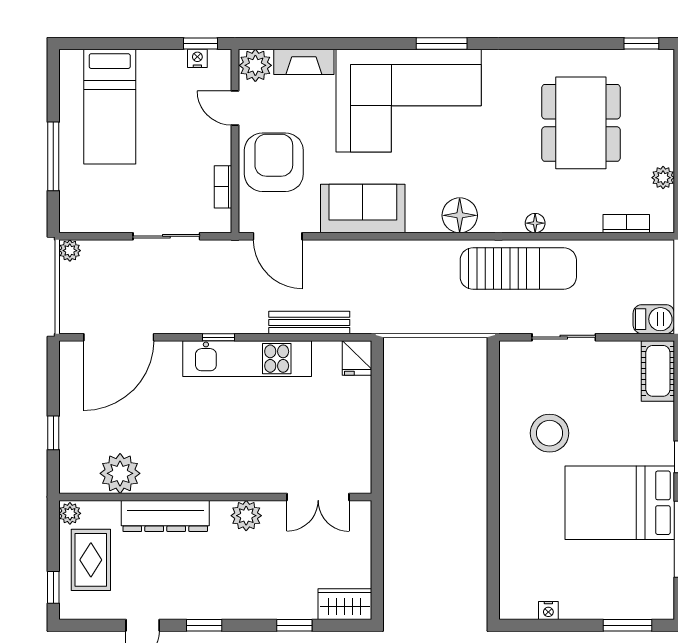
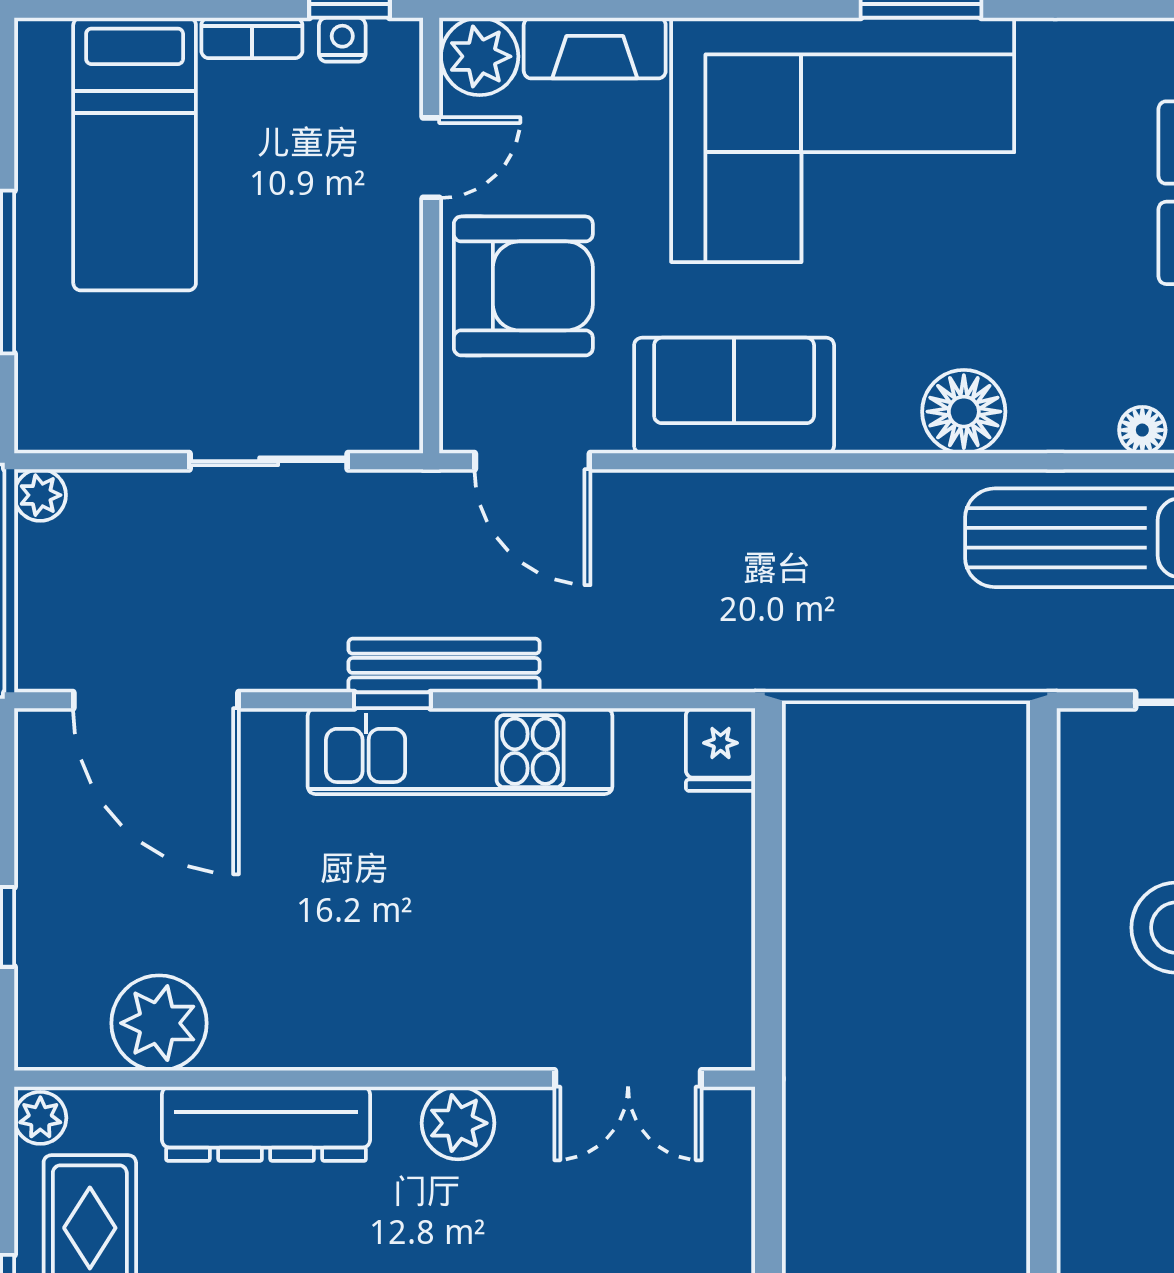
door: (235, 108) -> (431, 158), swing flipped
armchair: (274, 162) -> (523, 286), turned 90
bookcase: (223, 187) -> (252, 38), moved, turned -90
bench: (309, 322) -> (444, 665), moved
door: (119, 337) -> (156, 700), hinge flipped

